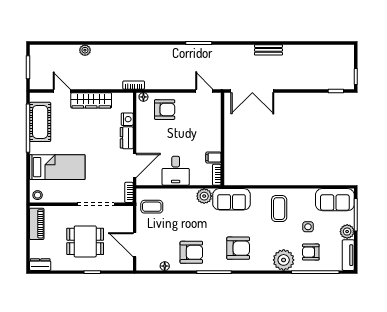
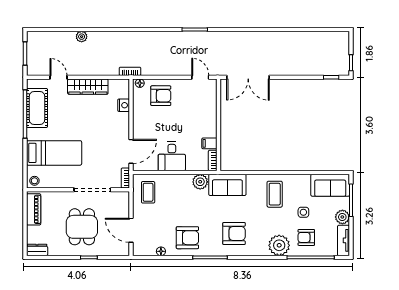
bench: (268, 50) -> (264, 36), removed
dresser: (127, 138) -> (123, 124), removed
coffee table: (152, 207) -> (148, 192), turned 90
dining table: (85, 241) -> (82, 227), turned 90

